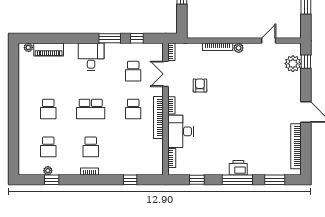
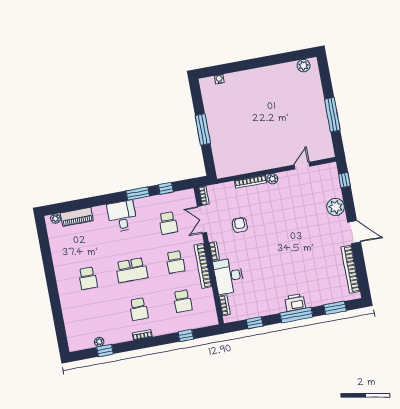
plant: (293, 64) -> (336, 207), moved
school desk: (48, 147) -> (183, 301), moved

